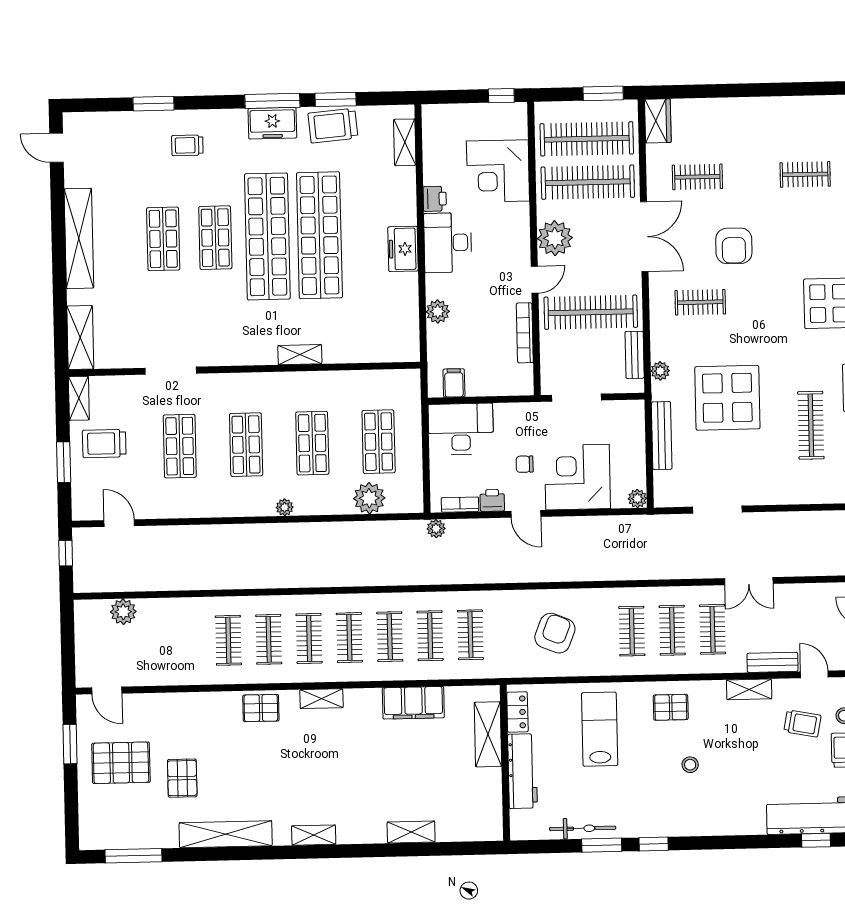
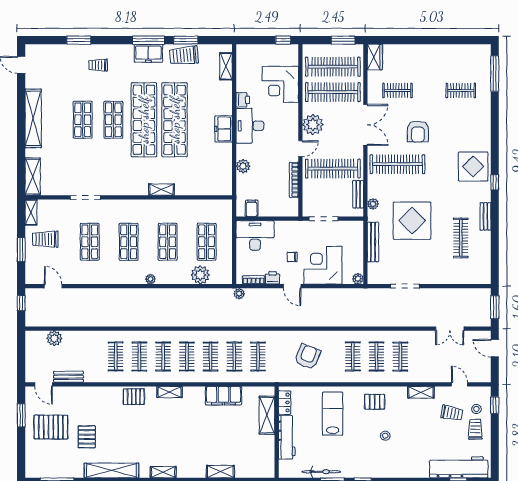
clothes rail: (700, 302) -> (397, 164), width x1.86, depth x1.31
double door: (749, 581) -> (450, 329), moved
bench: (773, 662) -> (68, 377), moved

